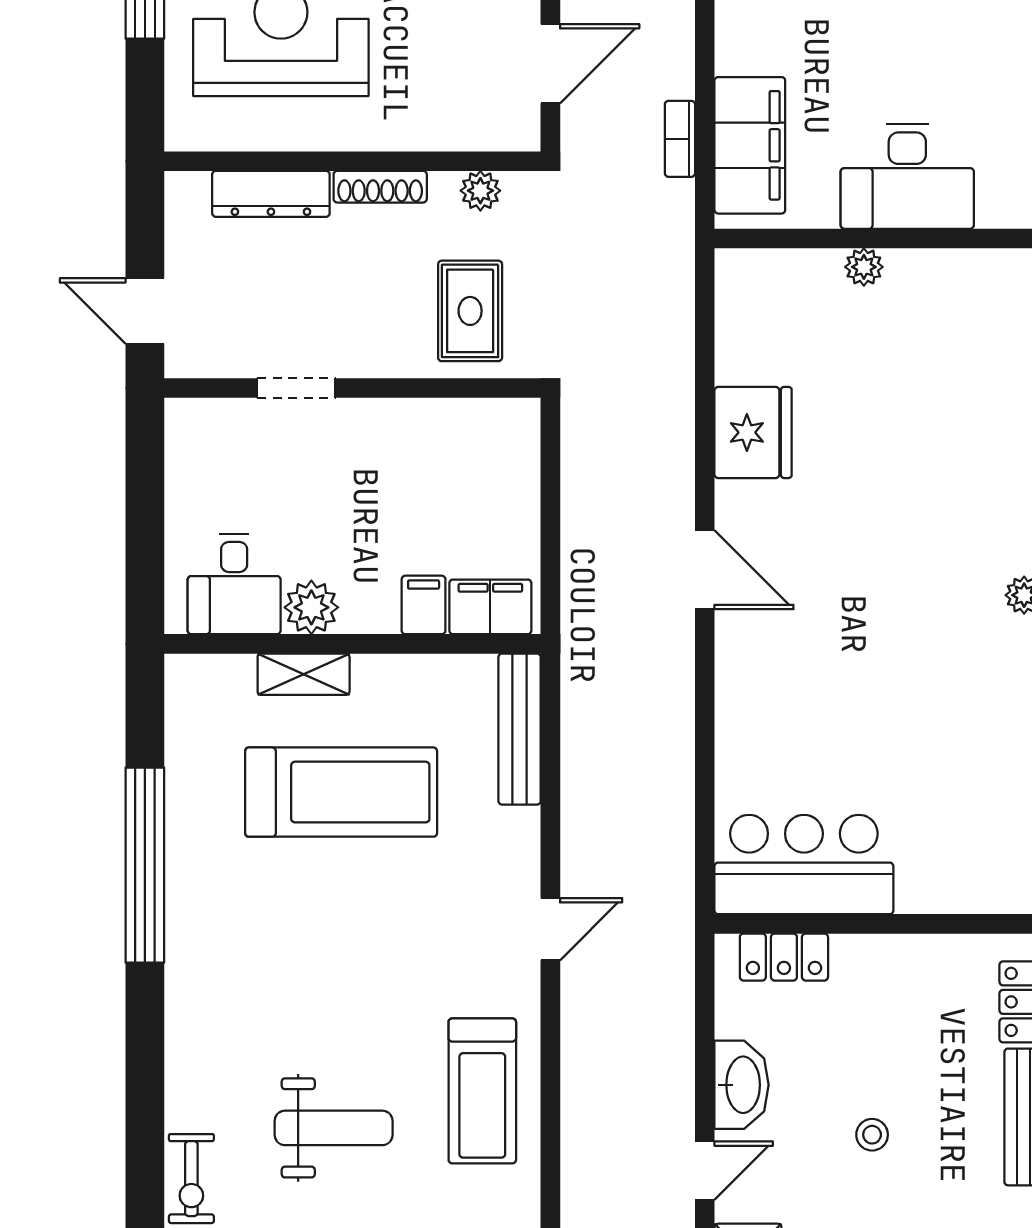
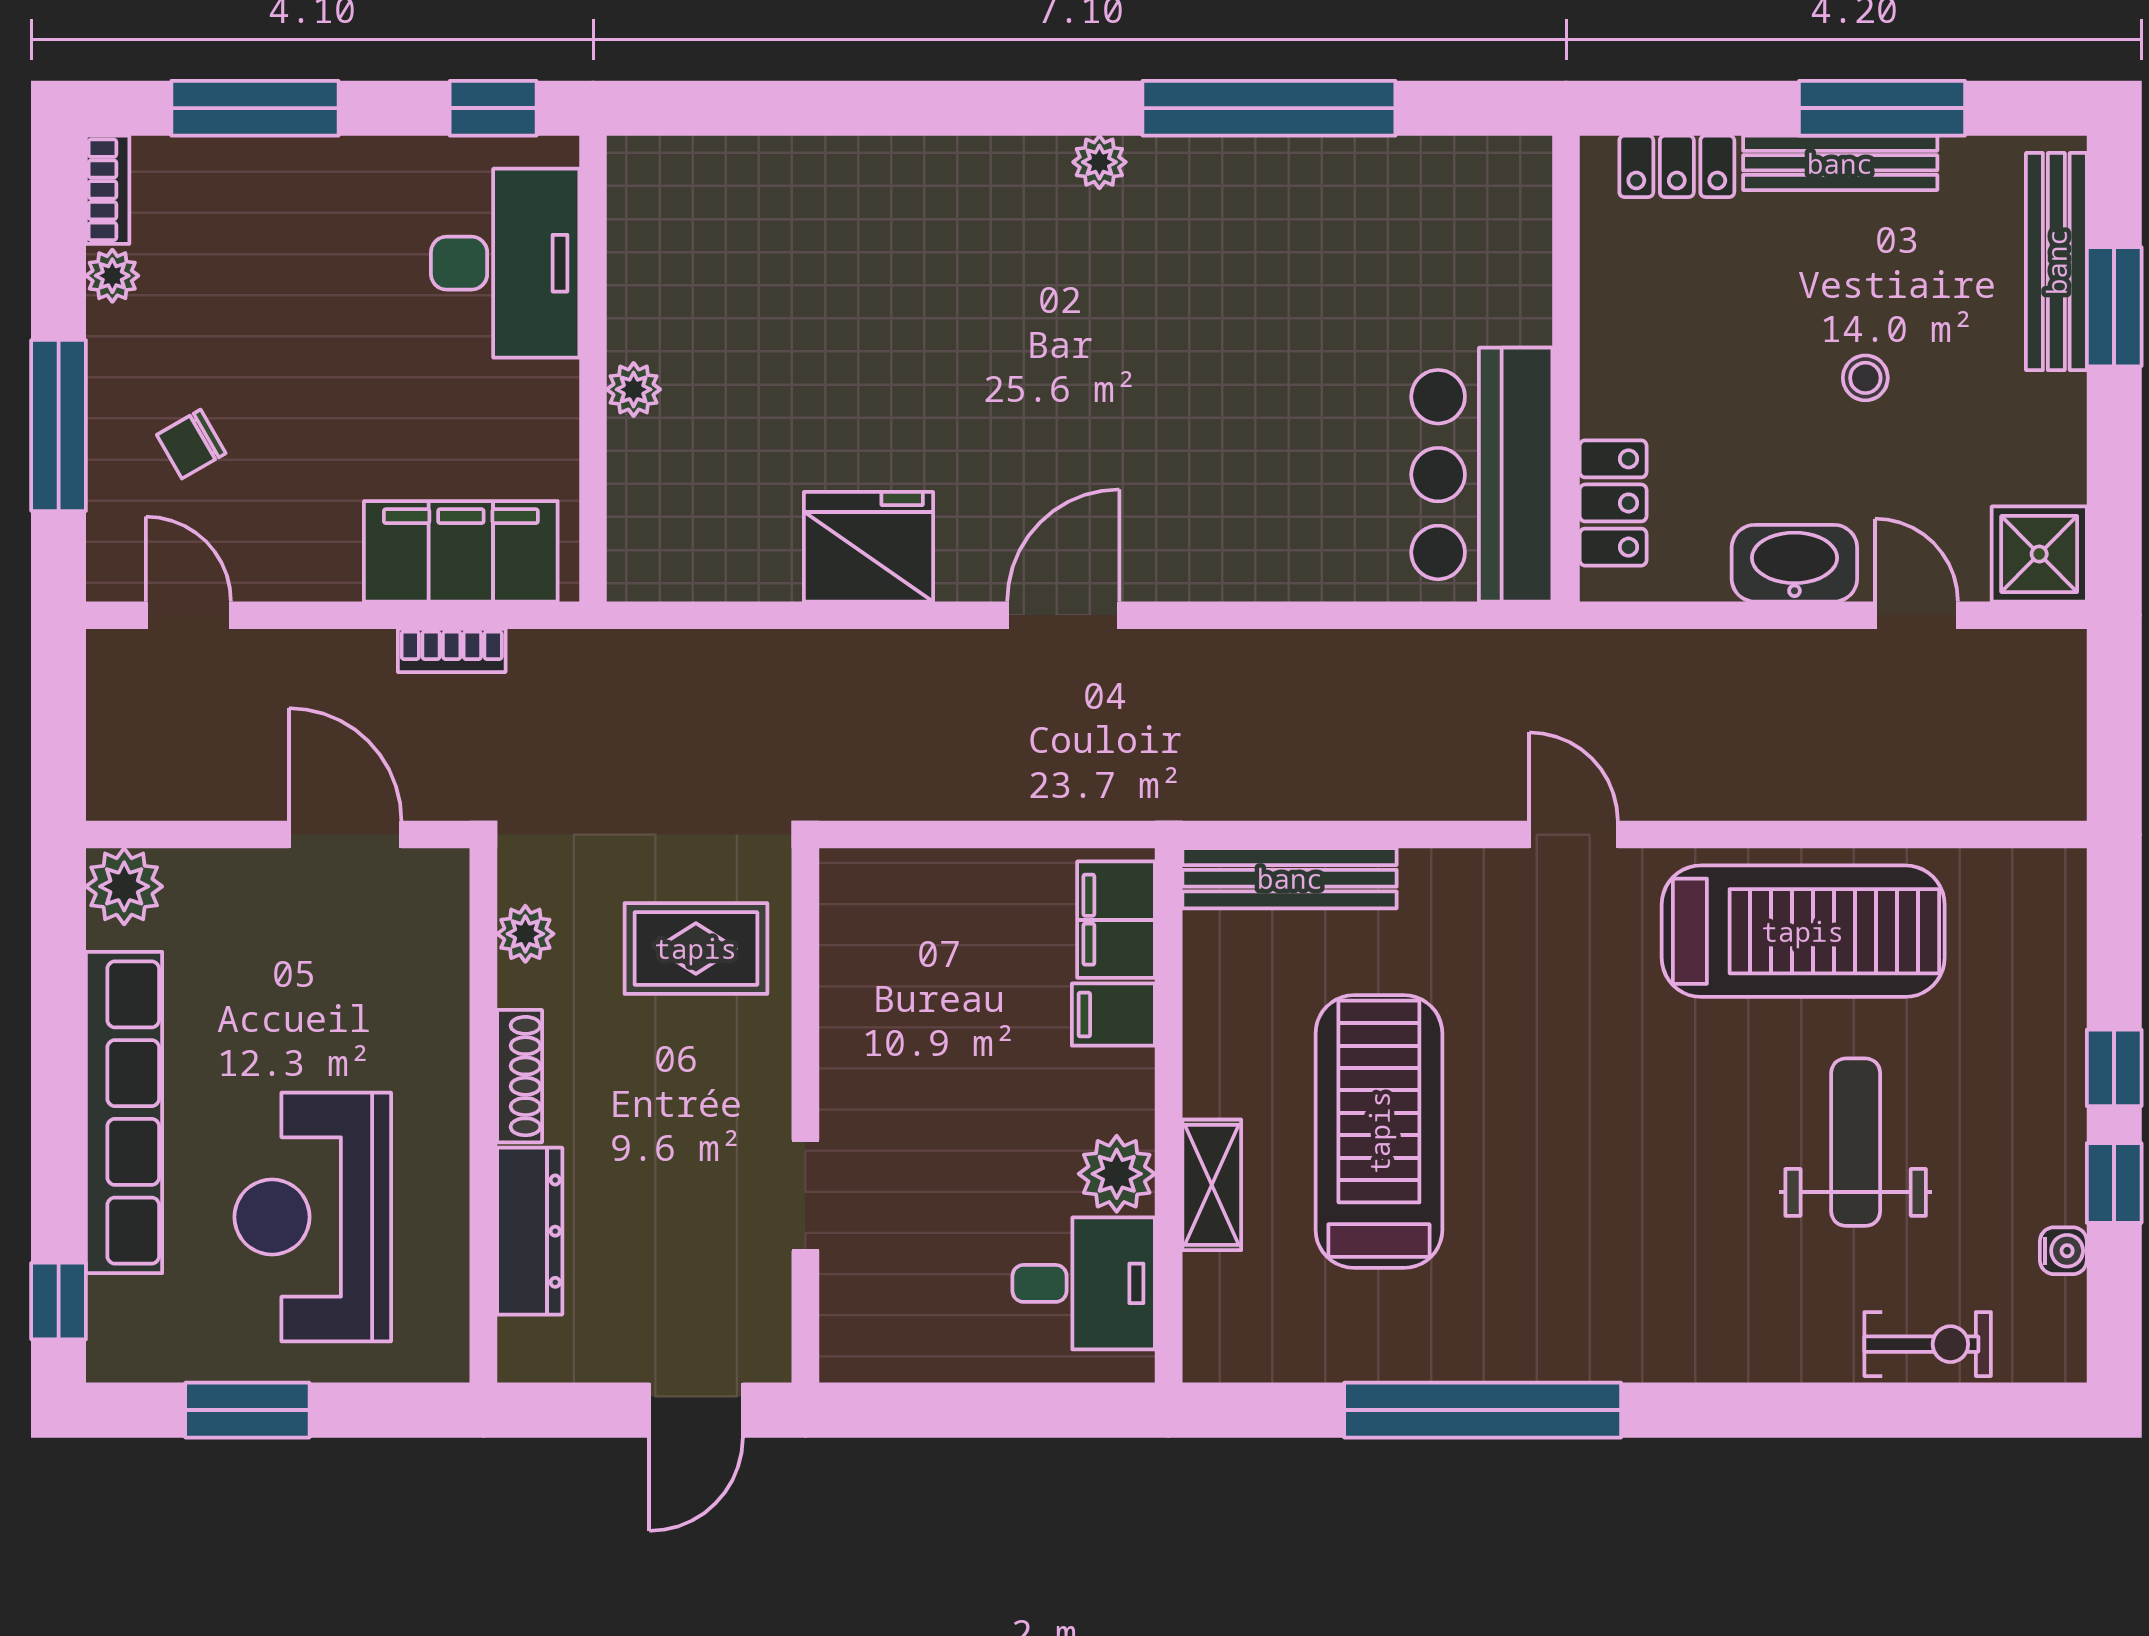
desk: (907, 176) -> (505, 263), moved
treadmill: (482, 1091) -> (1803, 931), width x1.37, depth x1.37

